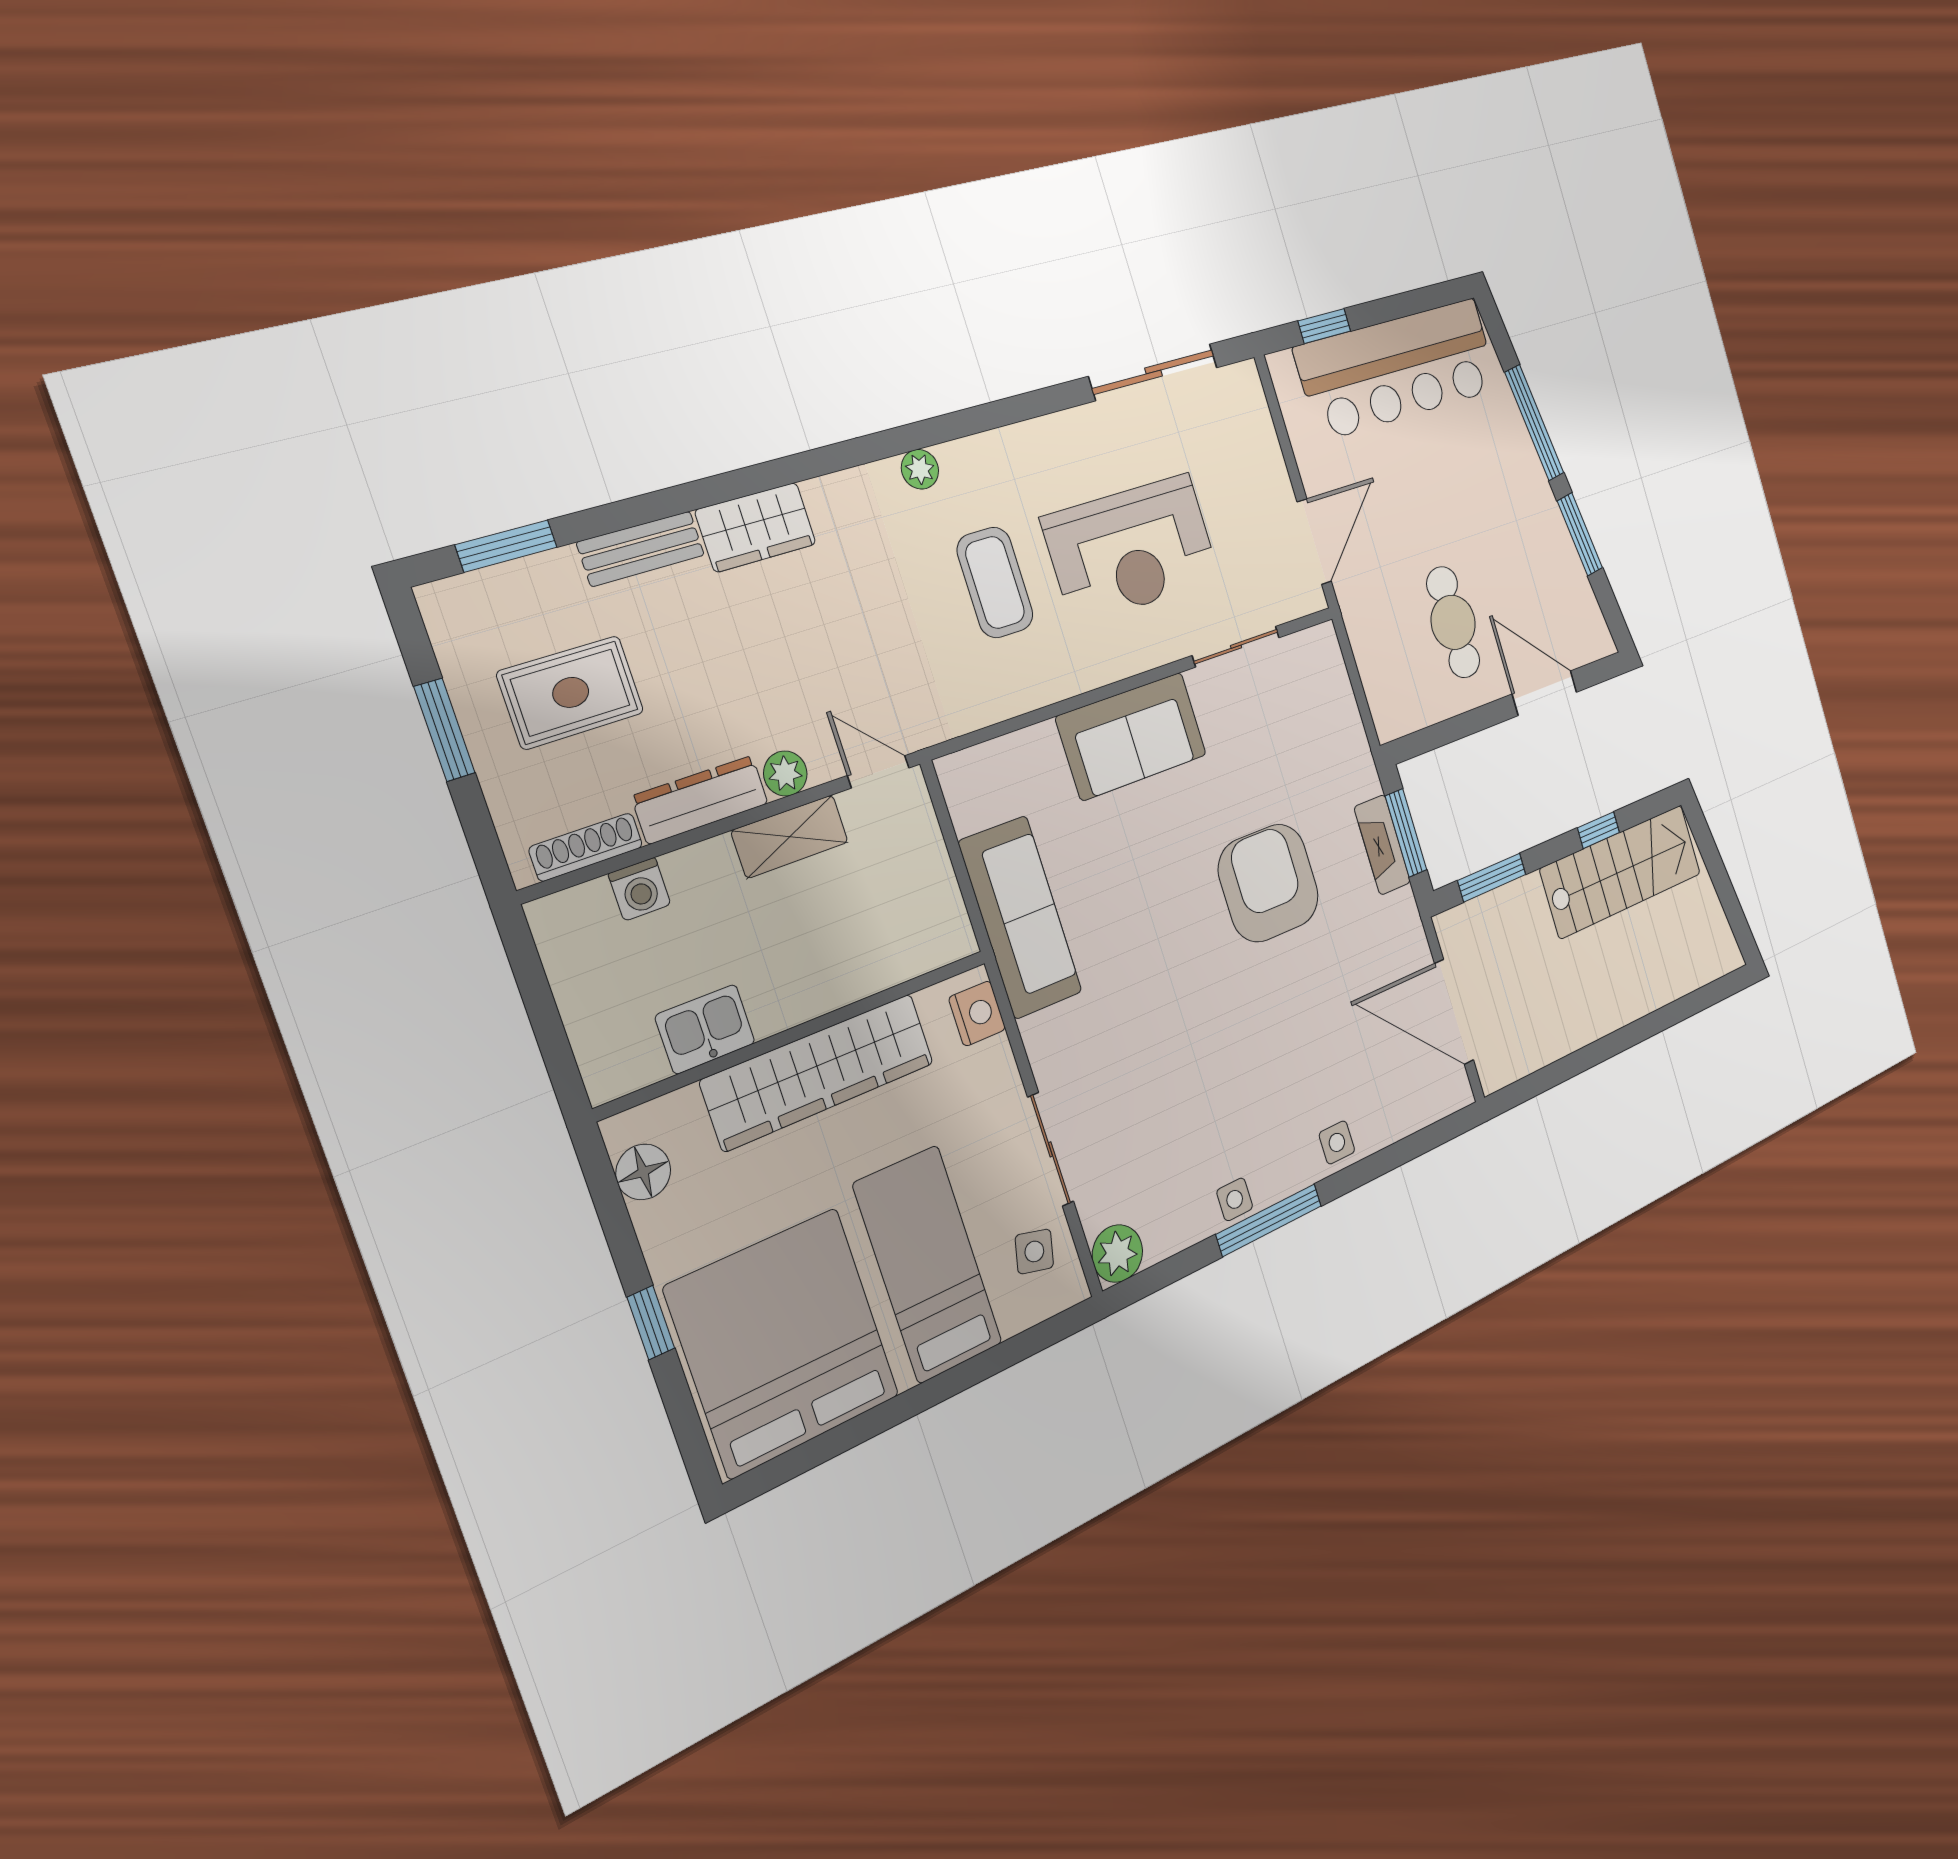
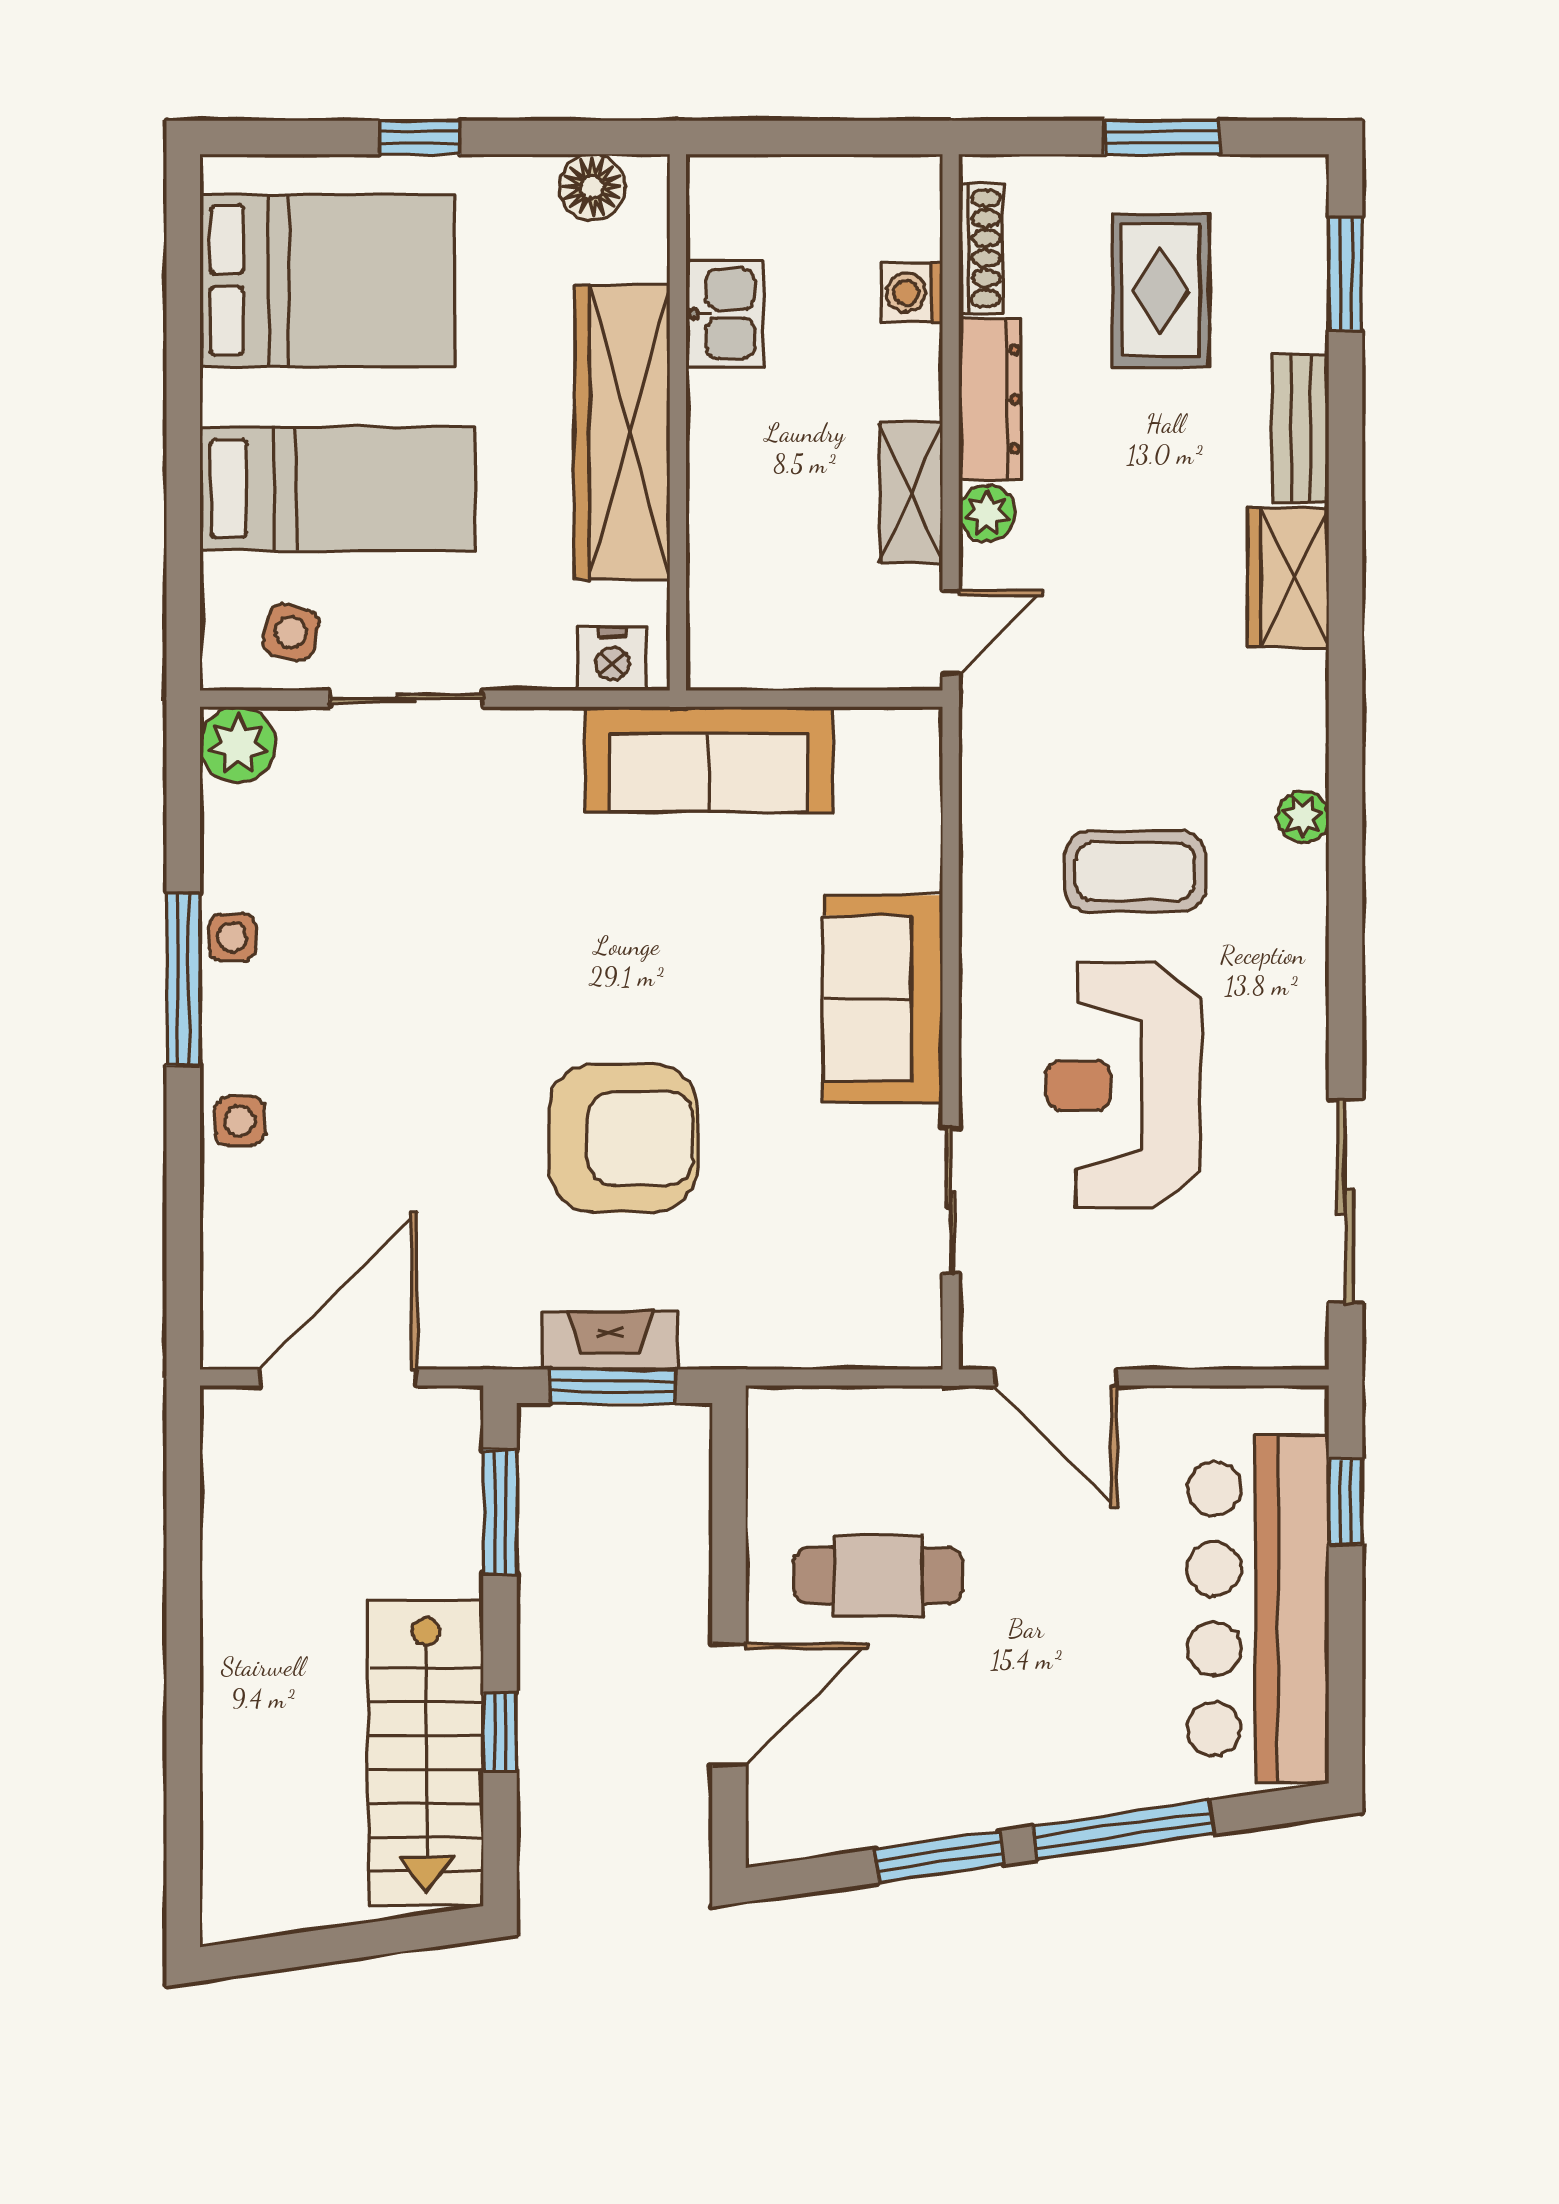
bed: (783, 1342) -> (327, 280), width x0.73

